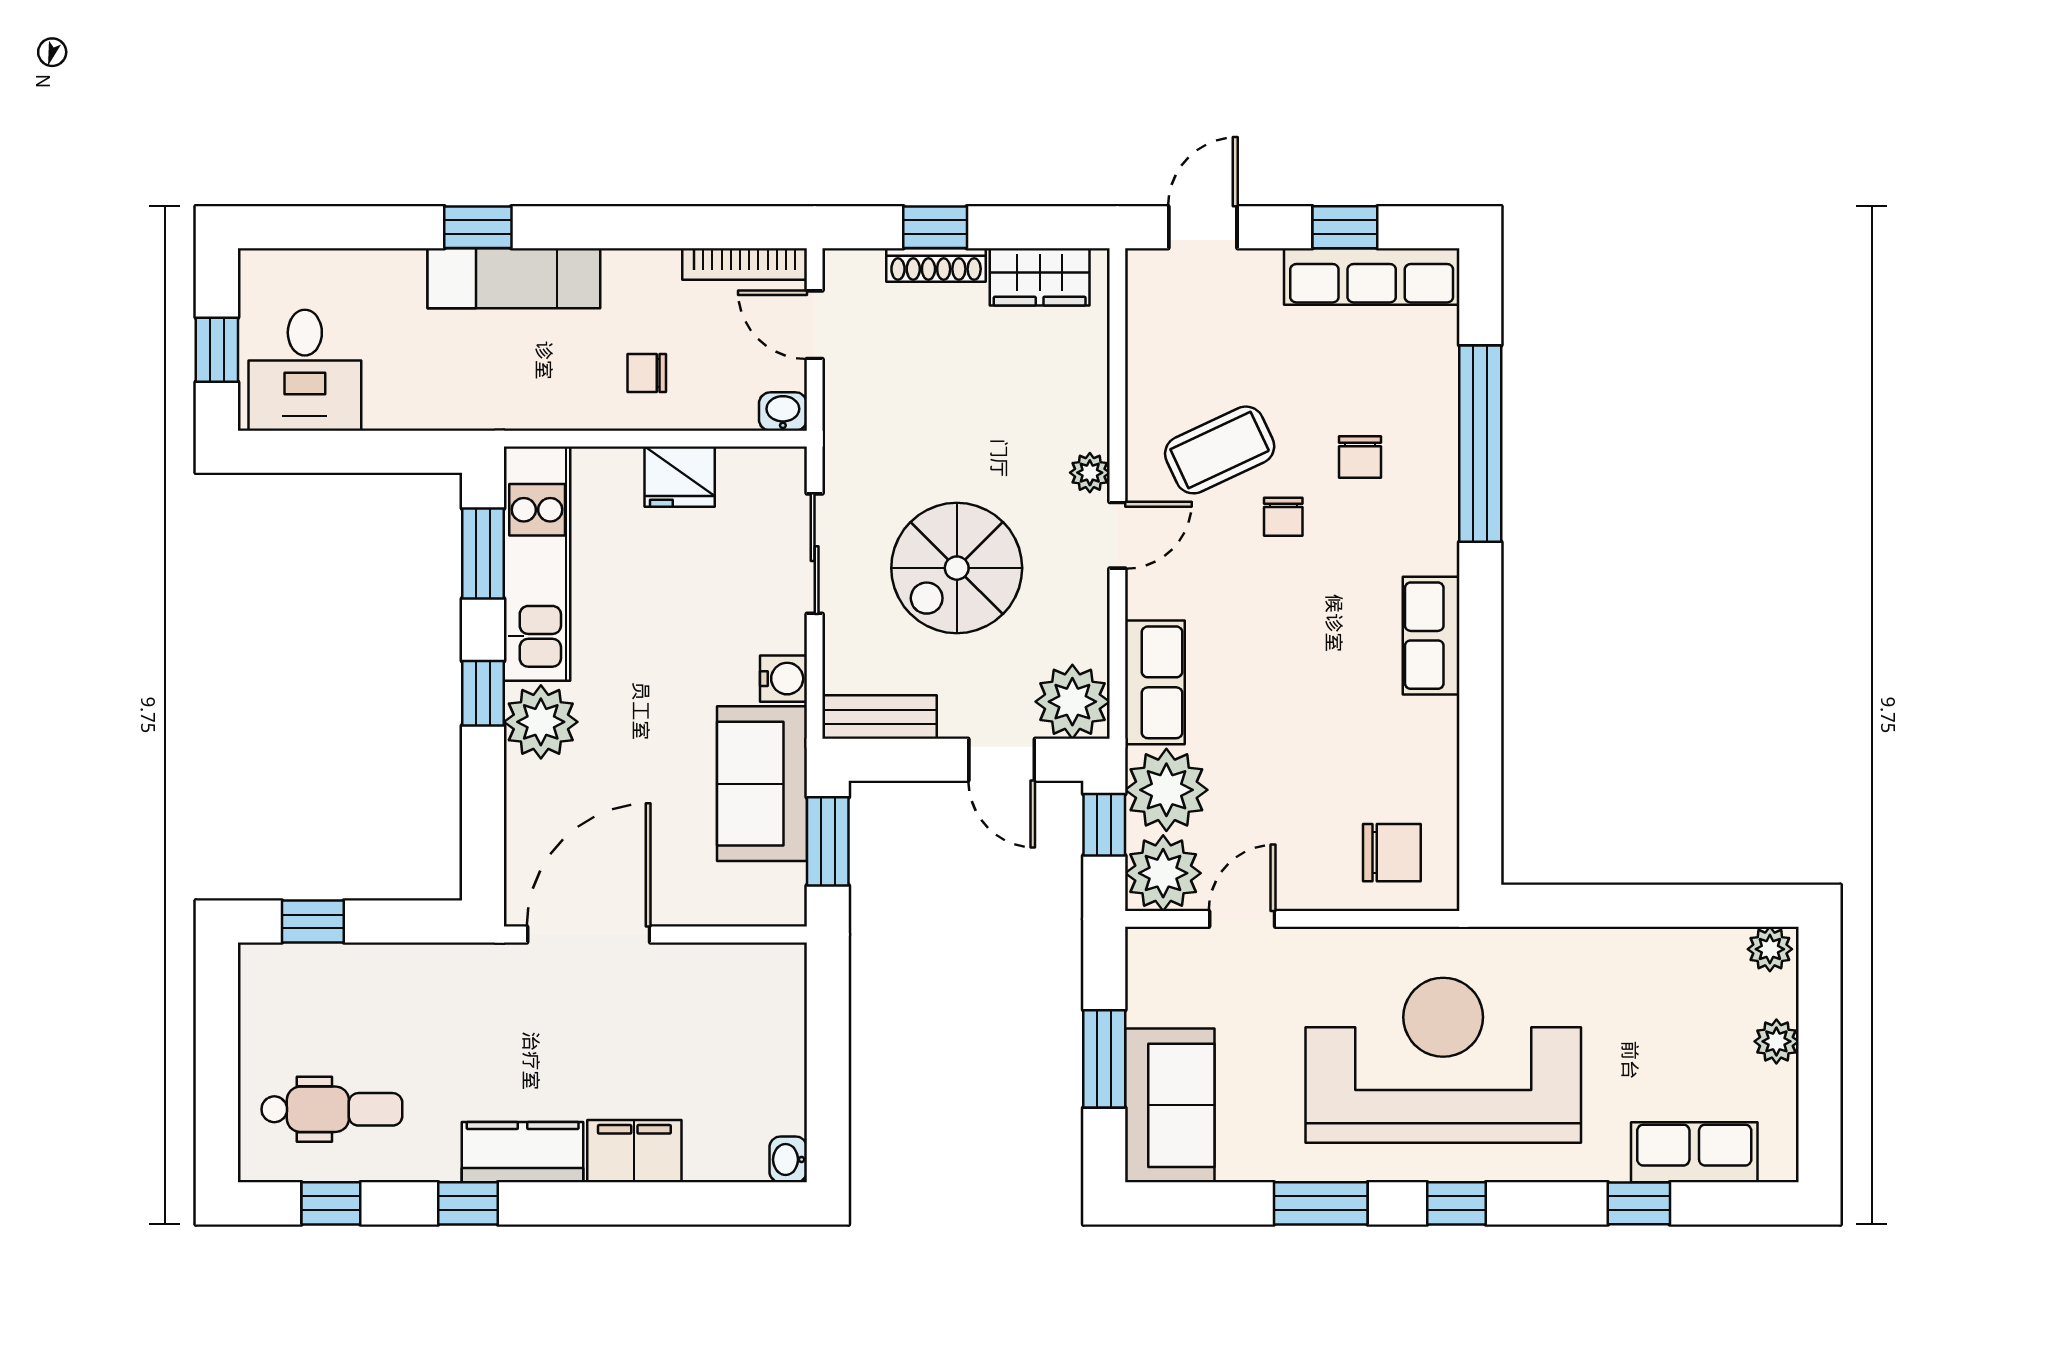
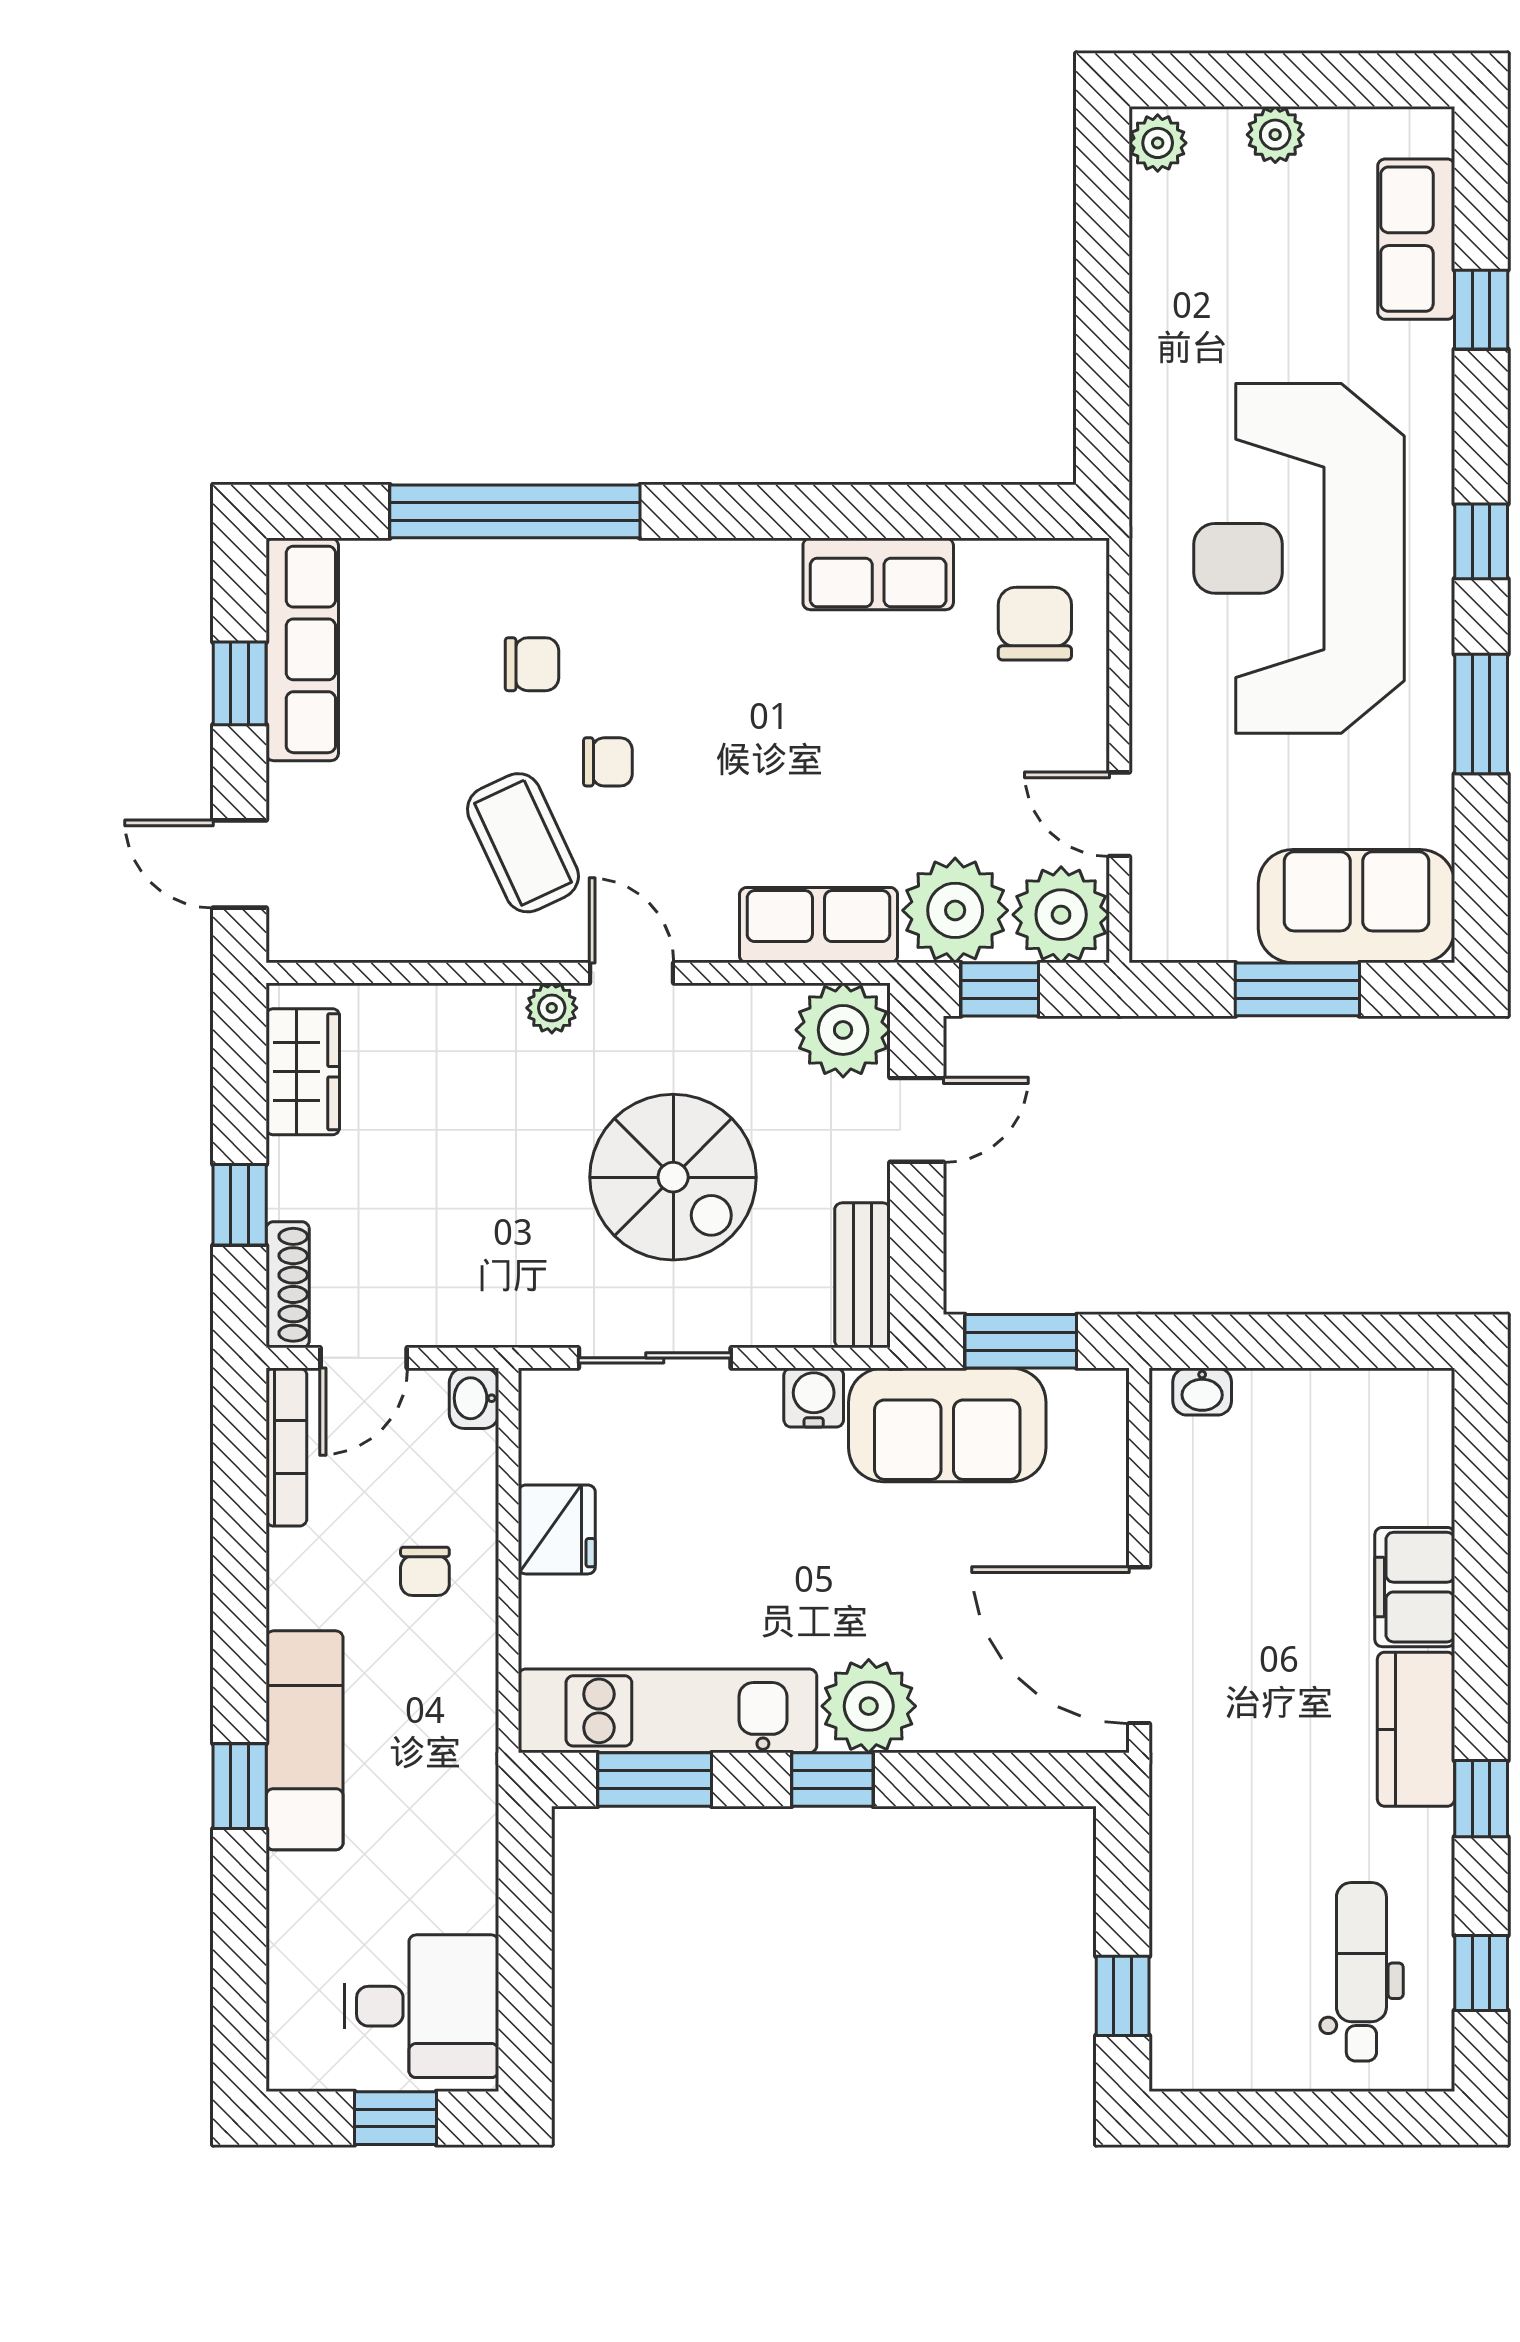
shoe rack: (936, 265) -> (288, 1285), moved
row of seats: (1431, 636) -> (878, 574), moved
washbasin: (788, 1159) -> (1202, 1392), moved

